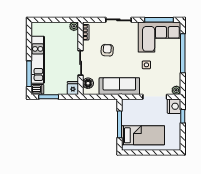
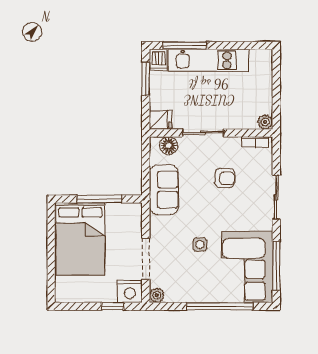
sofa: (119, 86) -> (164, 190), width x0.73
bed: (143, 135) -> (80, 239), width x1.50

